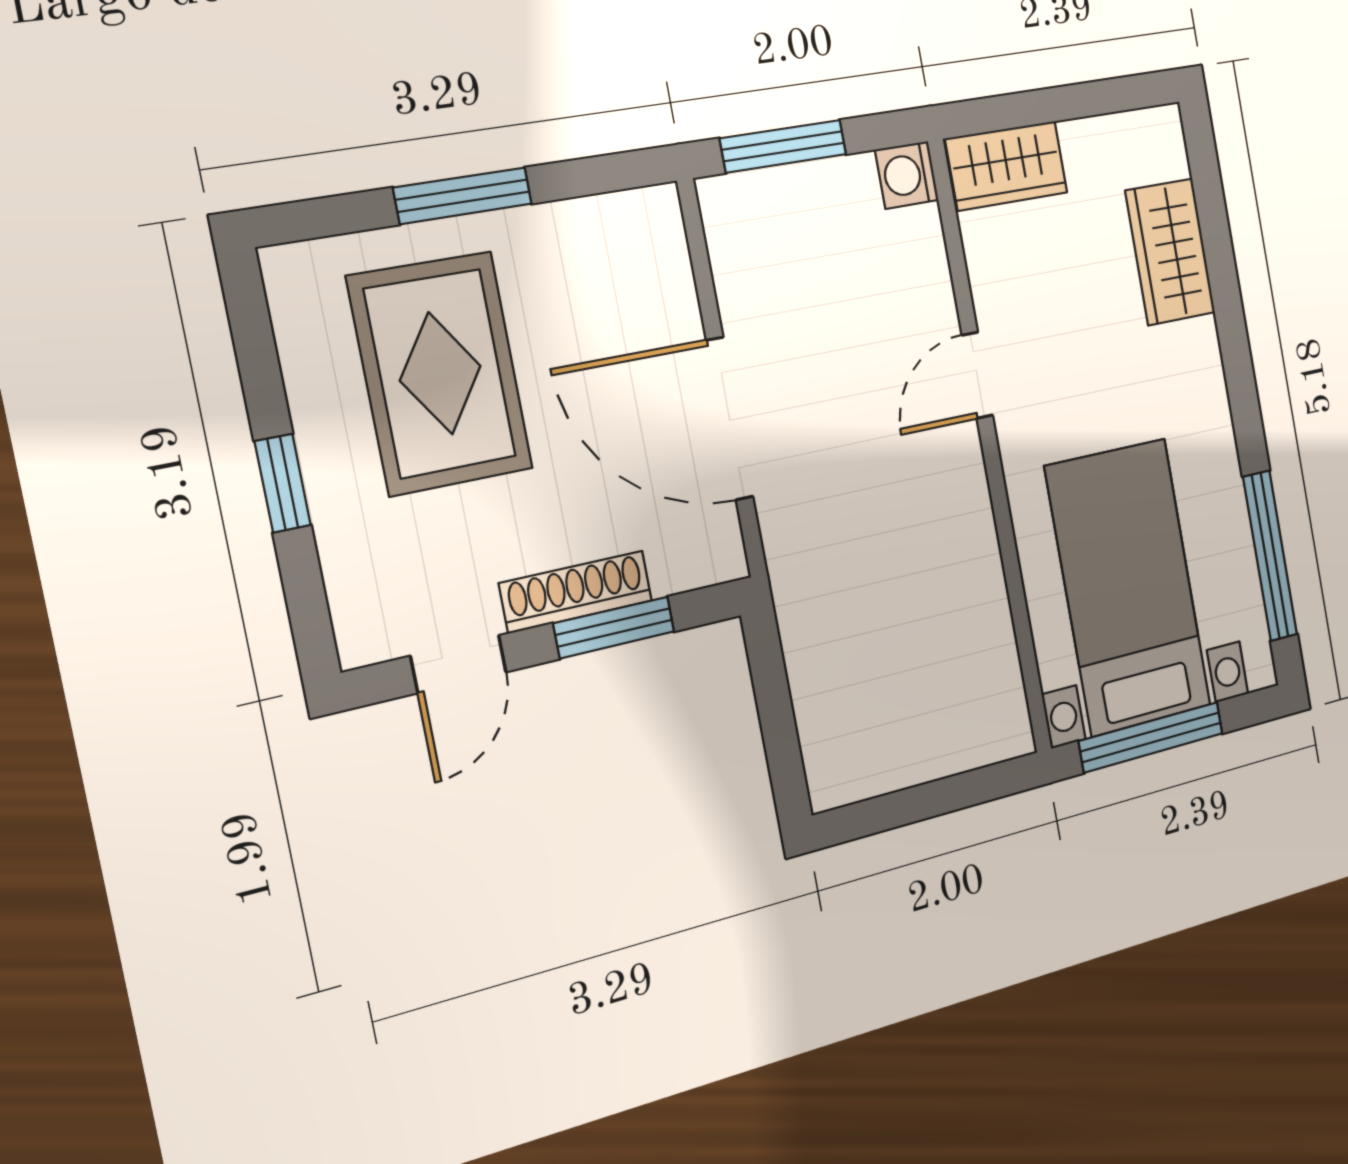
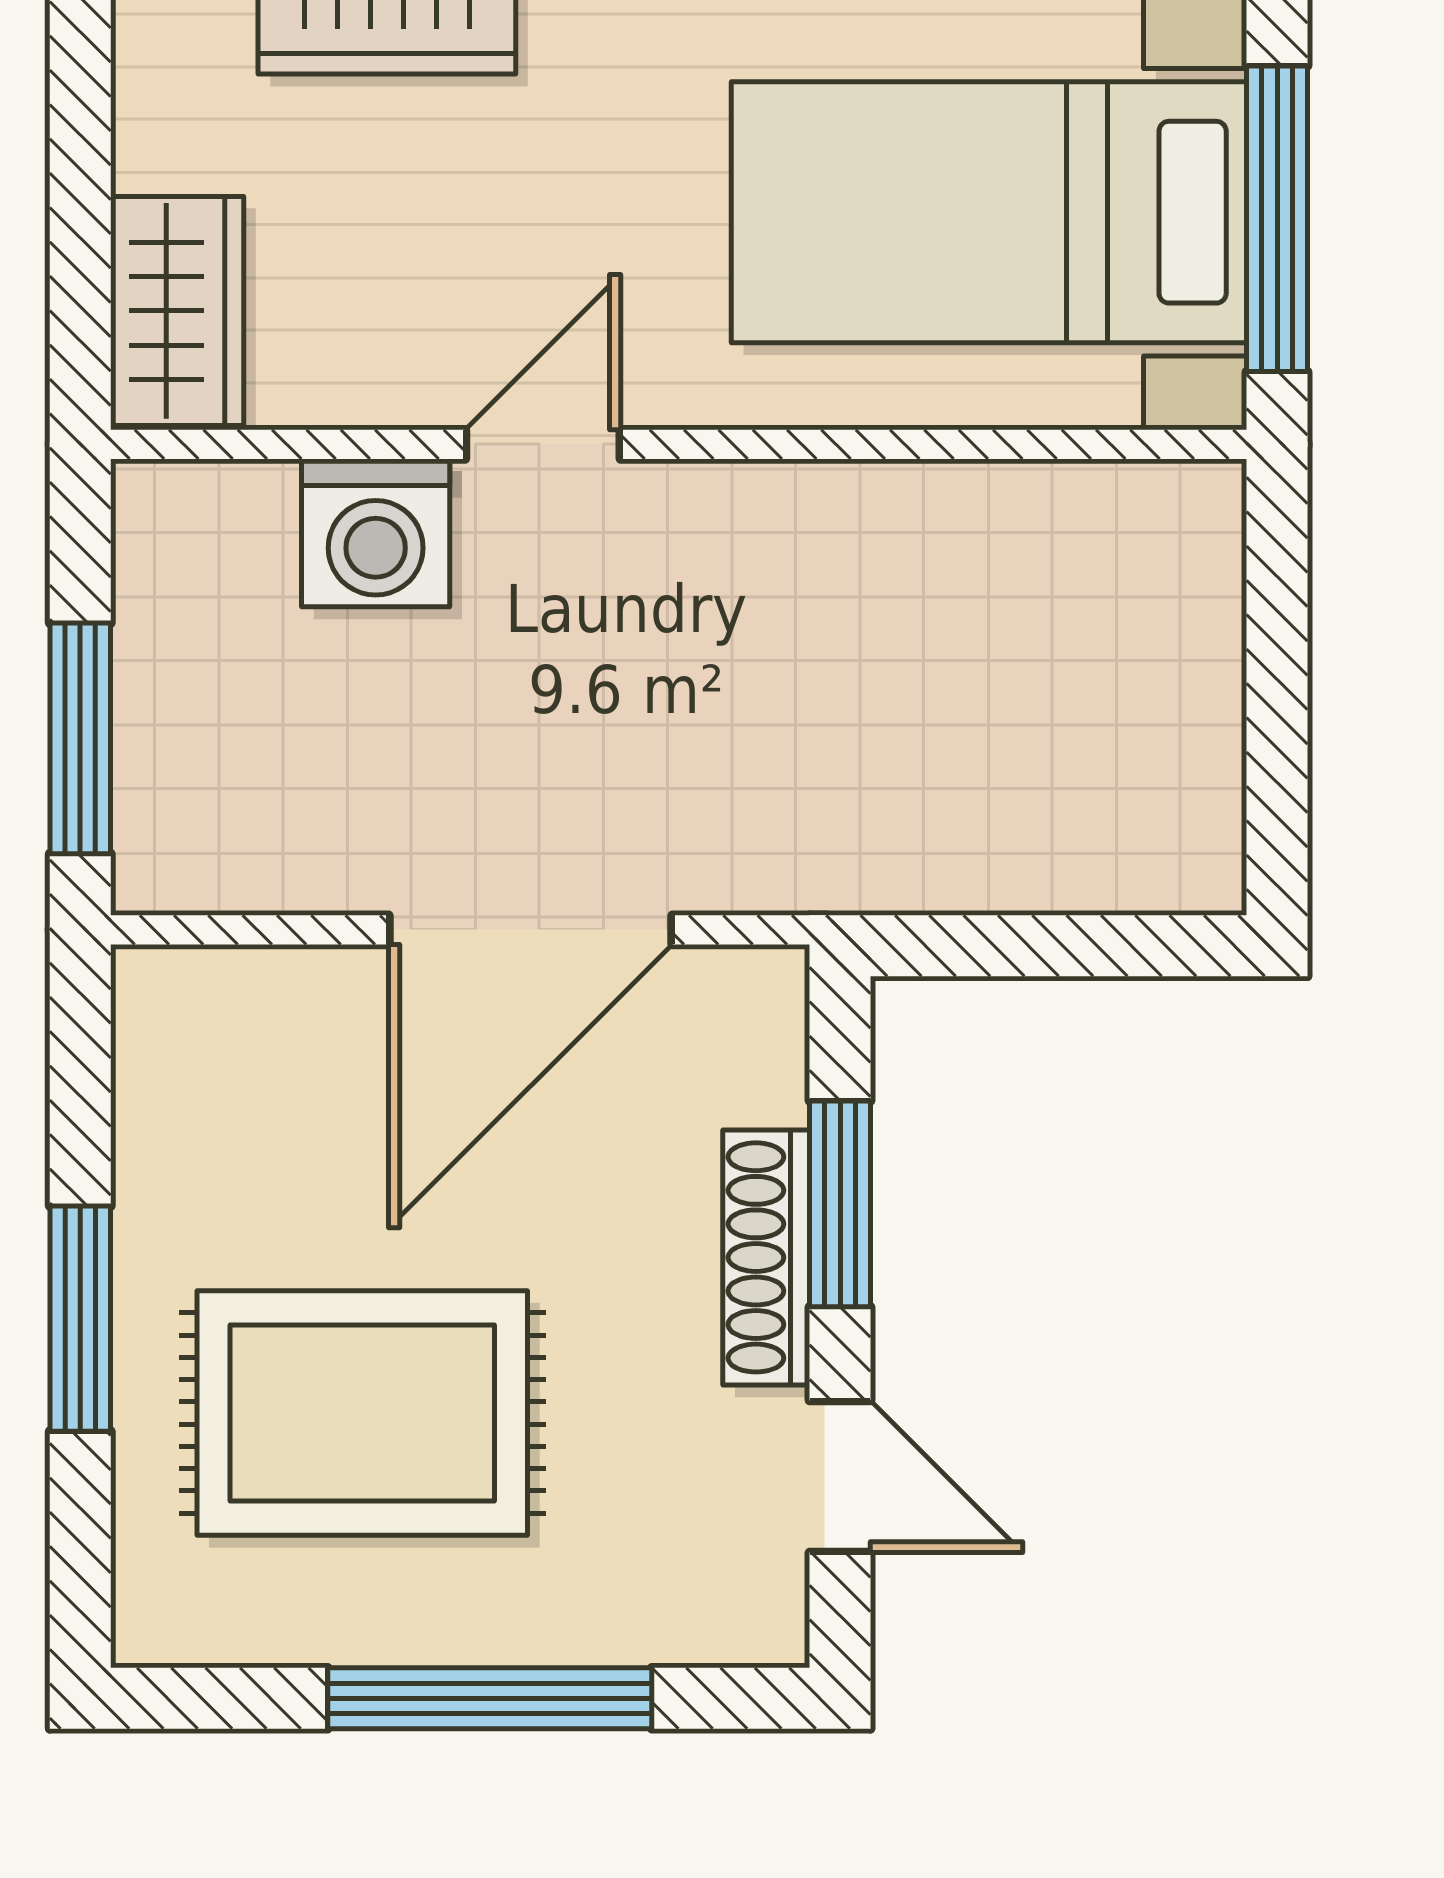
washing machine: (907, 175) -> (376, 533), moved, width x1.38, depth x1.38
door: (977, 375) -> (543, 444), swing flipped
window: (283, 483) -> (490, 1698), width x2.17

